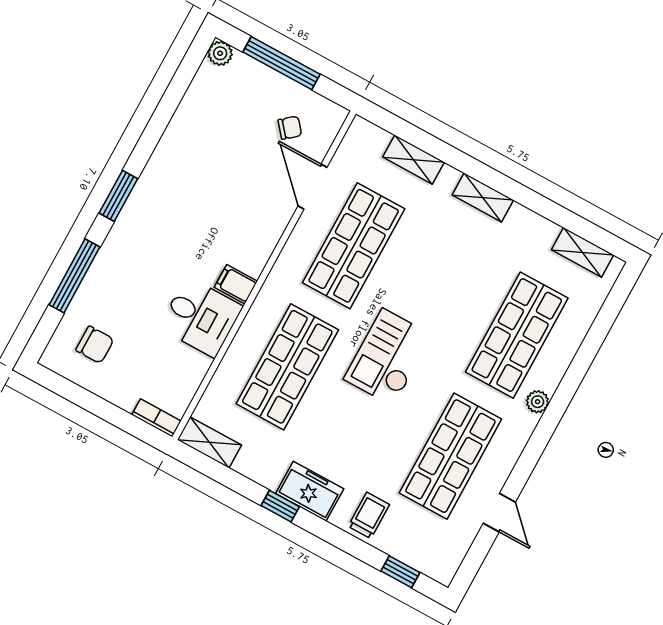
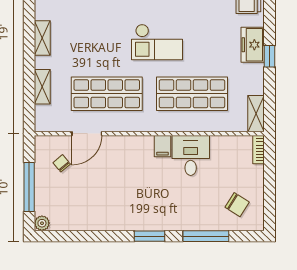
chair: (95, 345) -> (237, 205), turned 122

